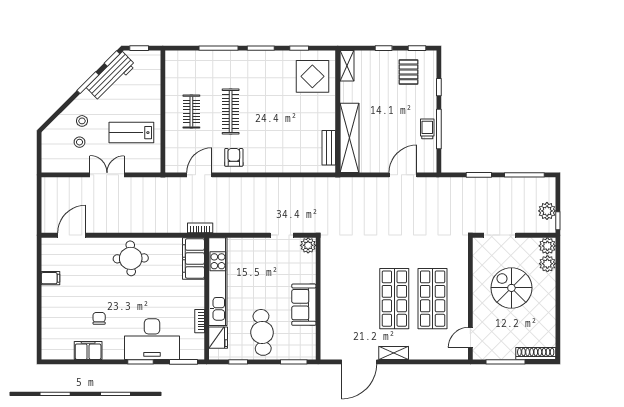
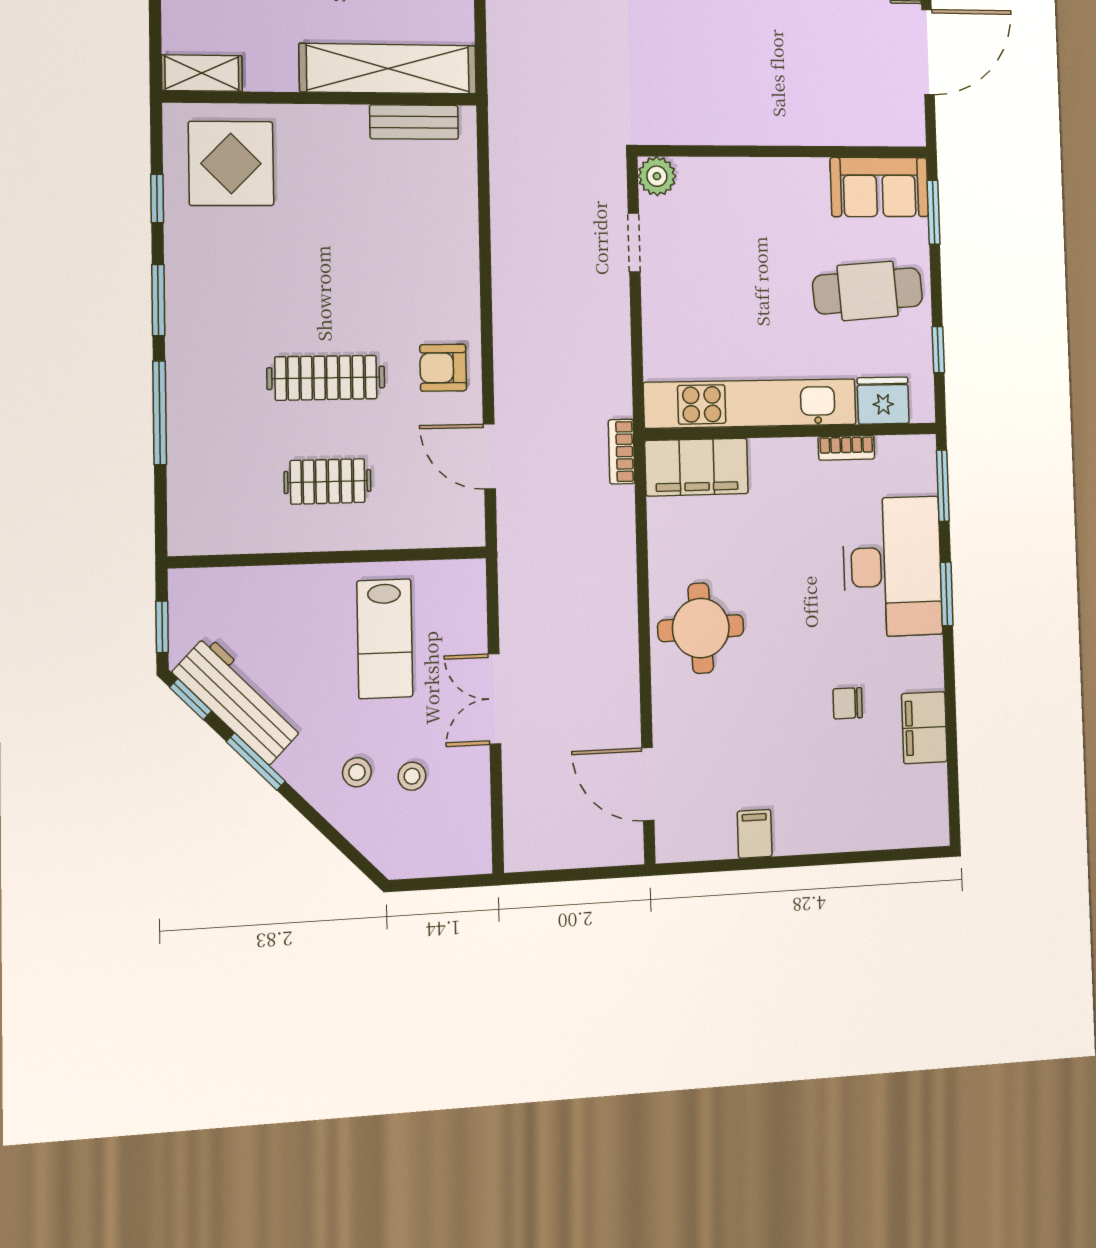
sofa: (304, 305) -> (879, 187), moved
door: (359, 362) -> (928, 52), hinge flipped

